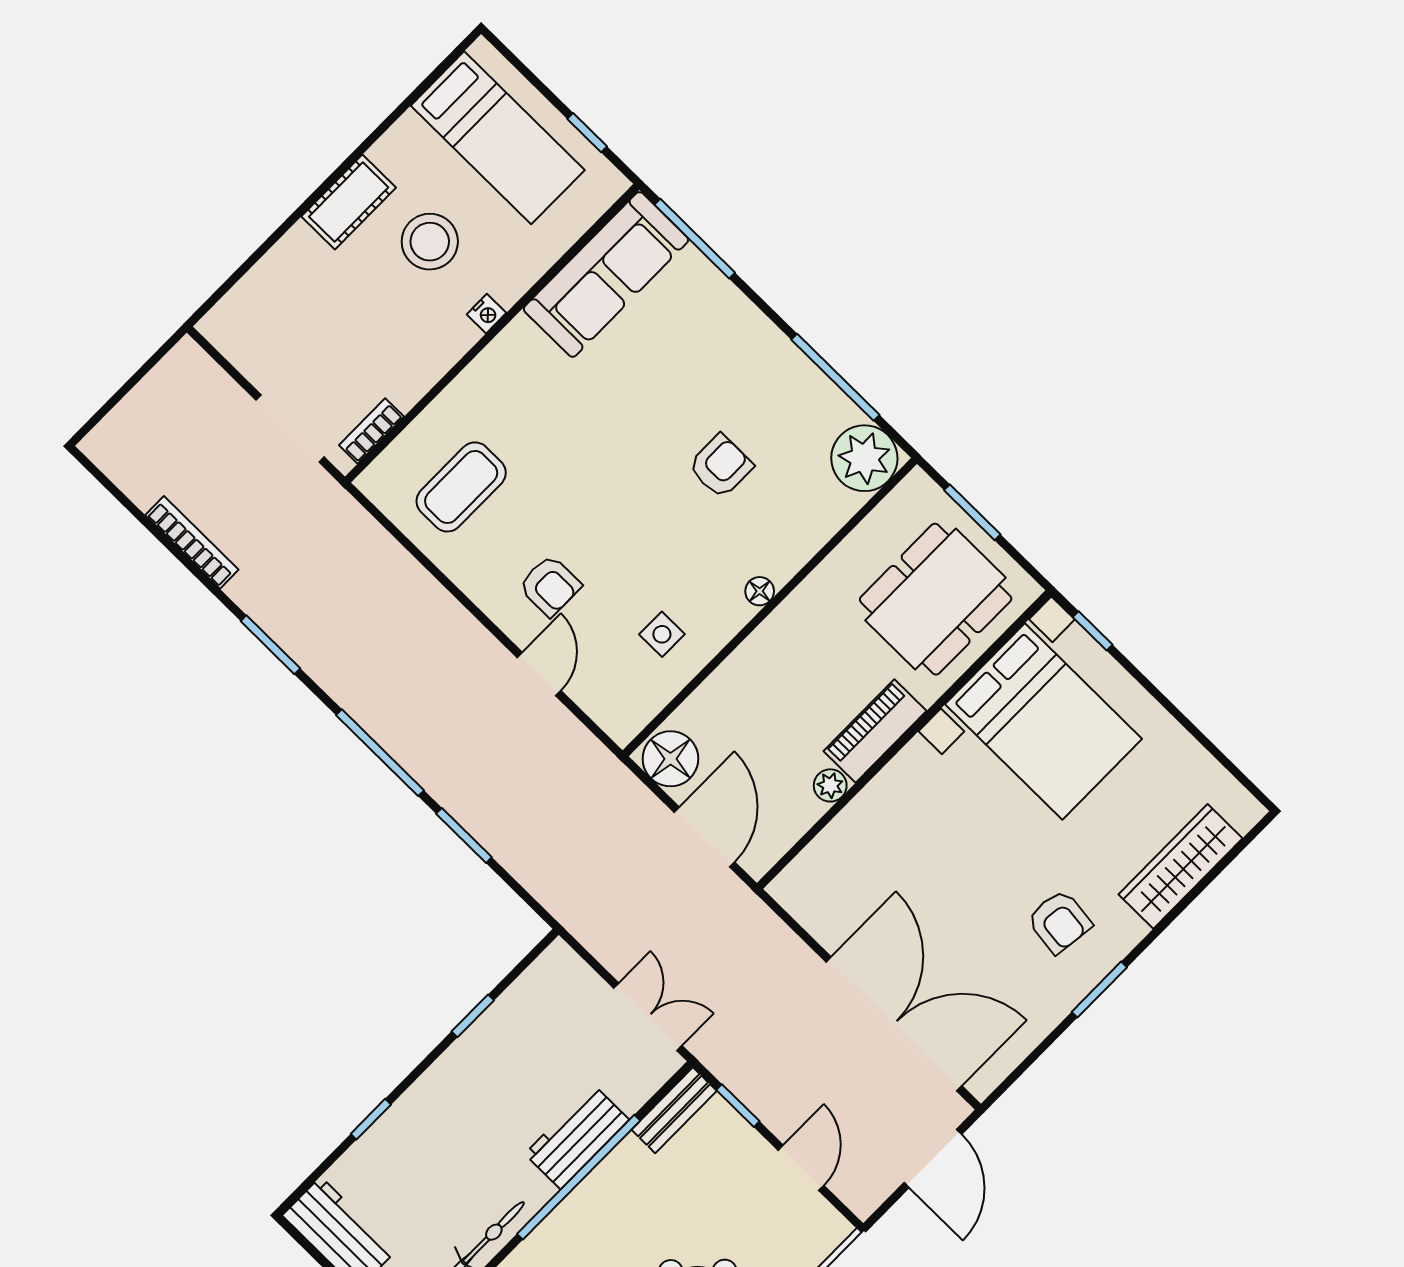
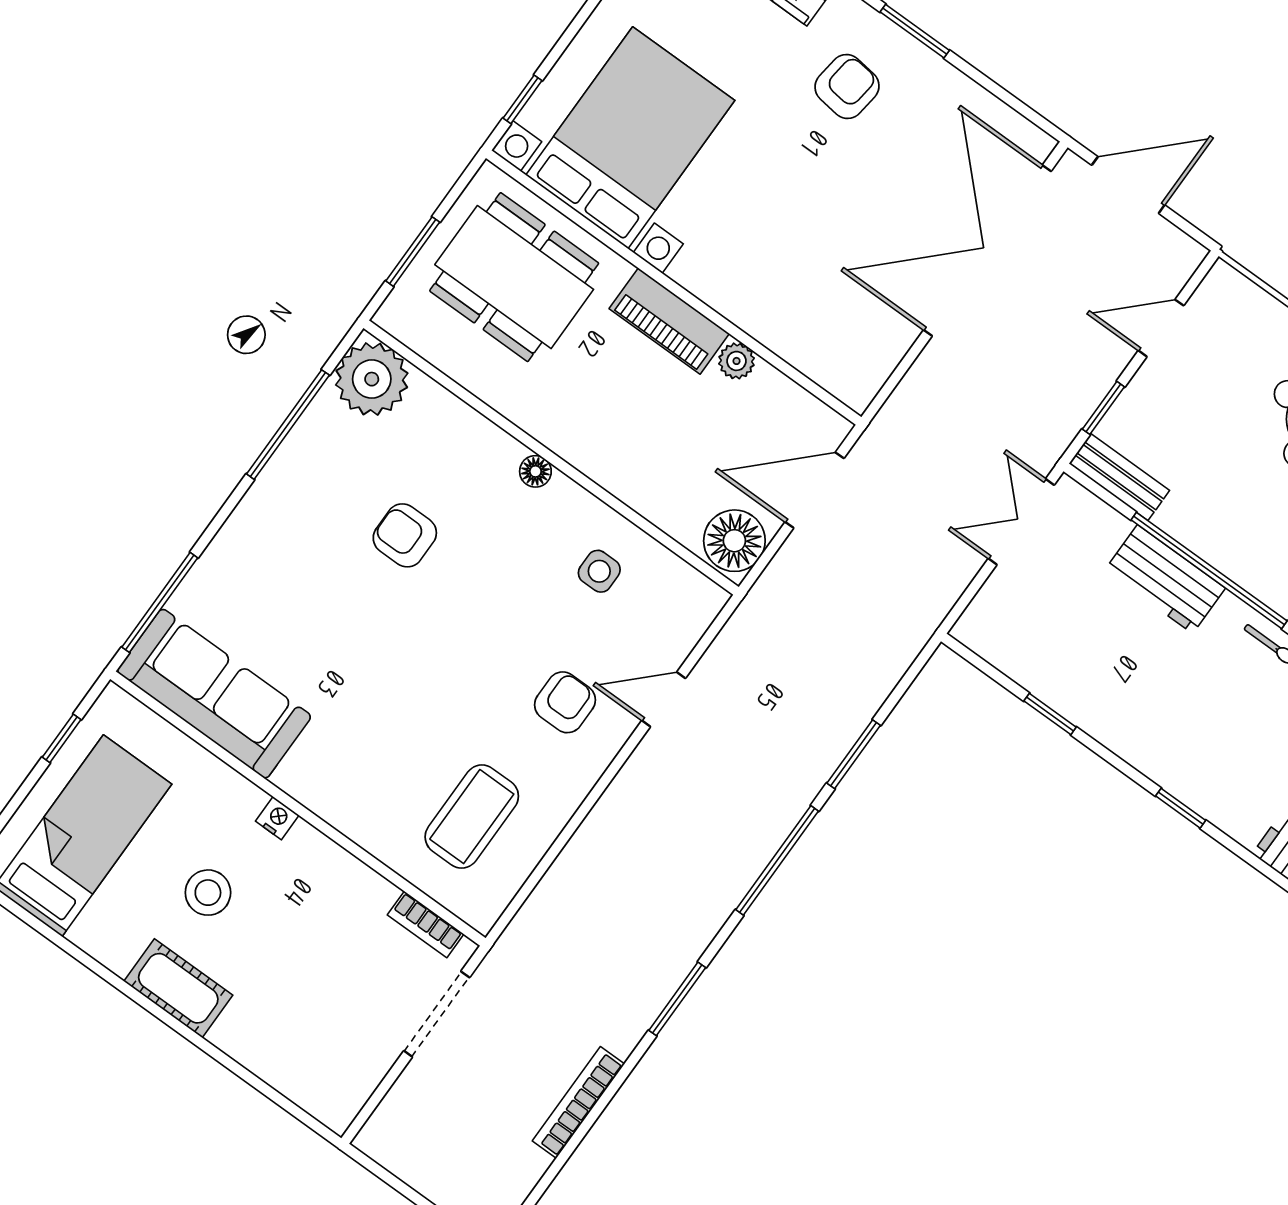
stool: (430, 242) -> (208, 893), width x0.73, depth x0.73
coffee table: (461, 487) -> (472, 817), turned 90

